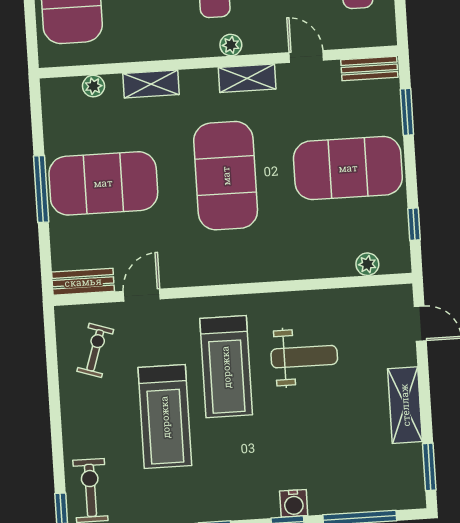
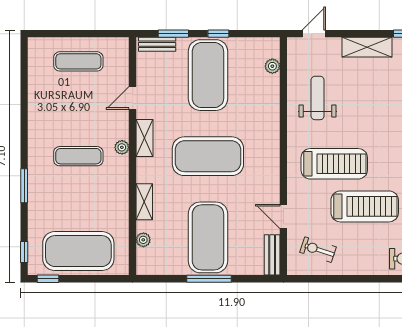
bench: (369, 69) -> (157, 44), moved, turned 90
window: (414, 224) -> (218, 34), moved
weight bench: (304, 357) -> (318, 98), moved

